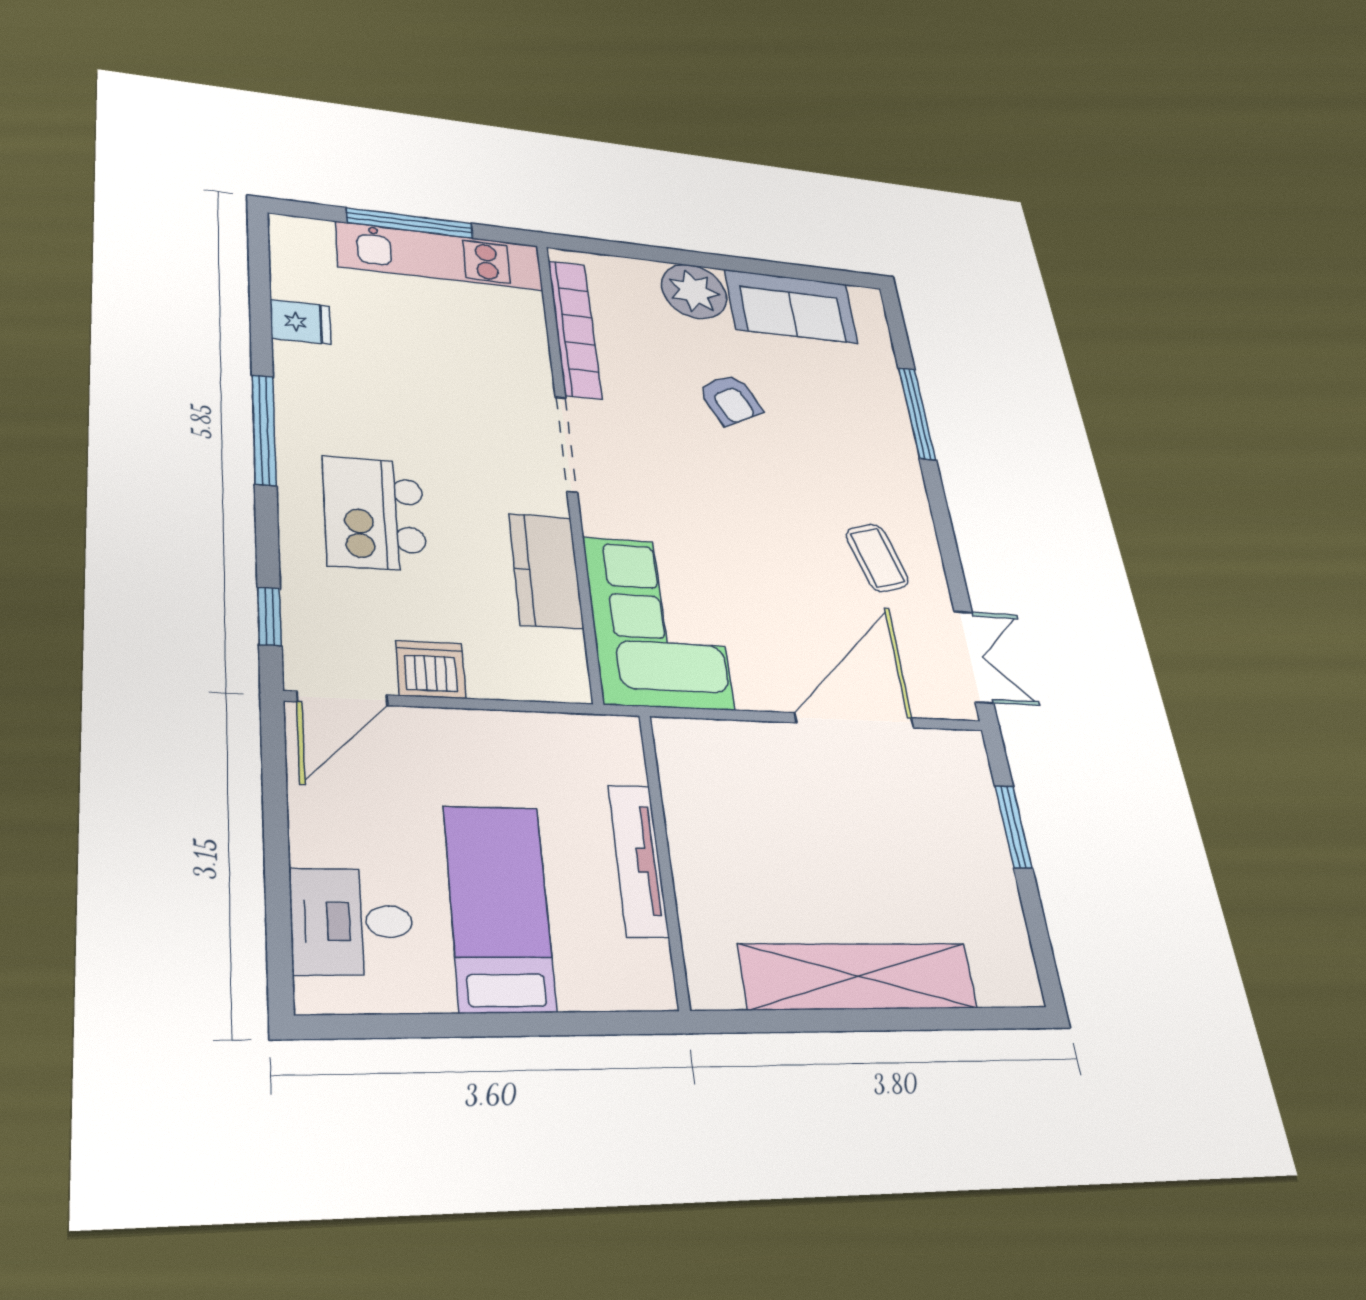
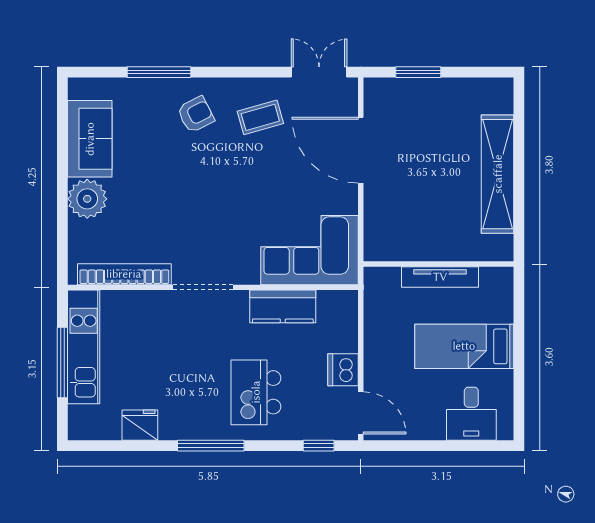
fridge: (300, 322) -> (140, 425), width x1.38
armchair: (730, 400) -> (196, 114), moved
kitchen island: (374, 513) -> (256, 392), turned 90

